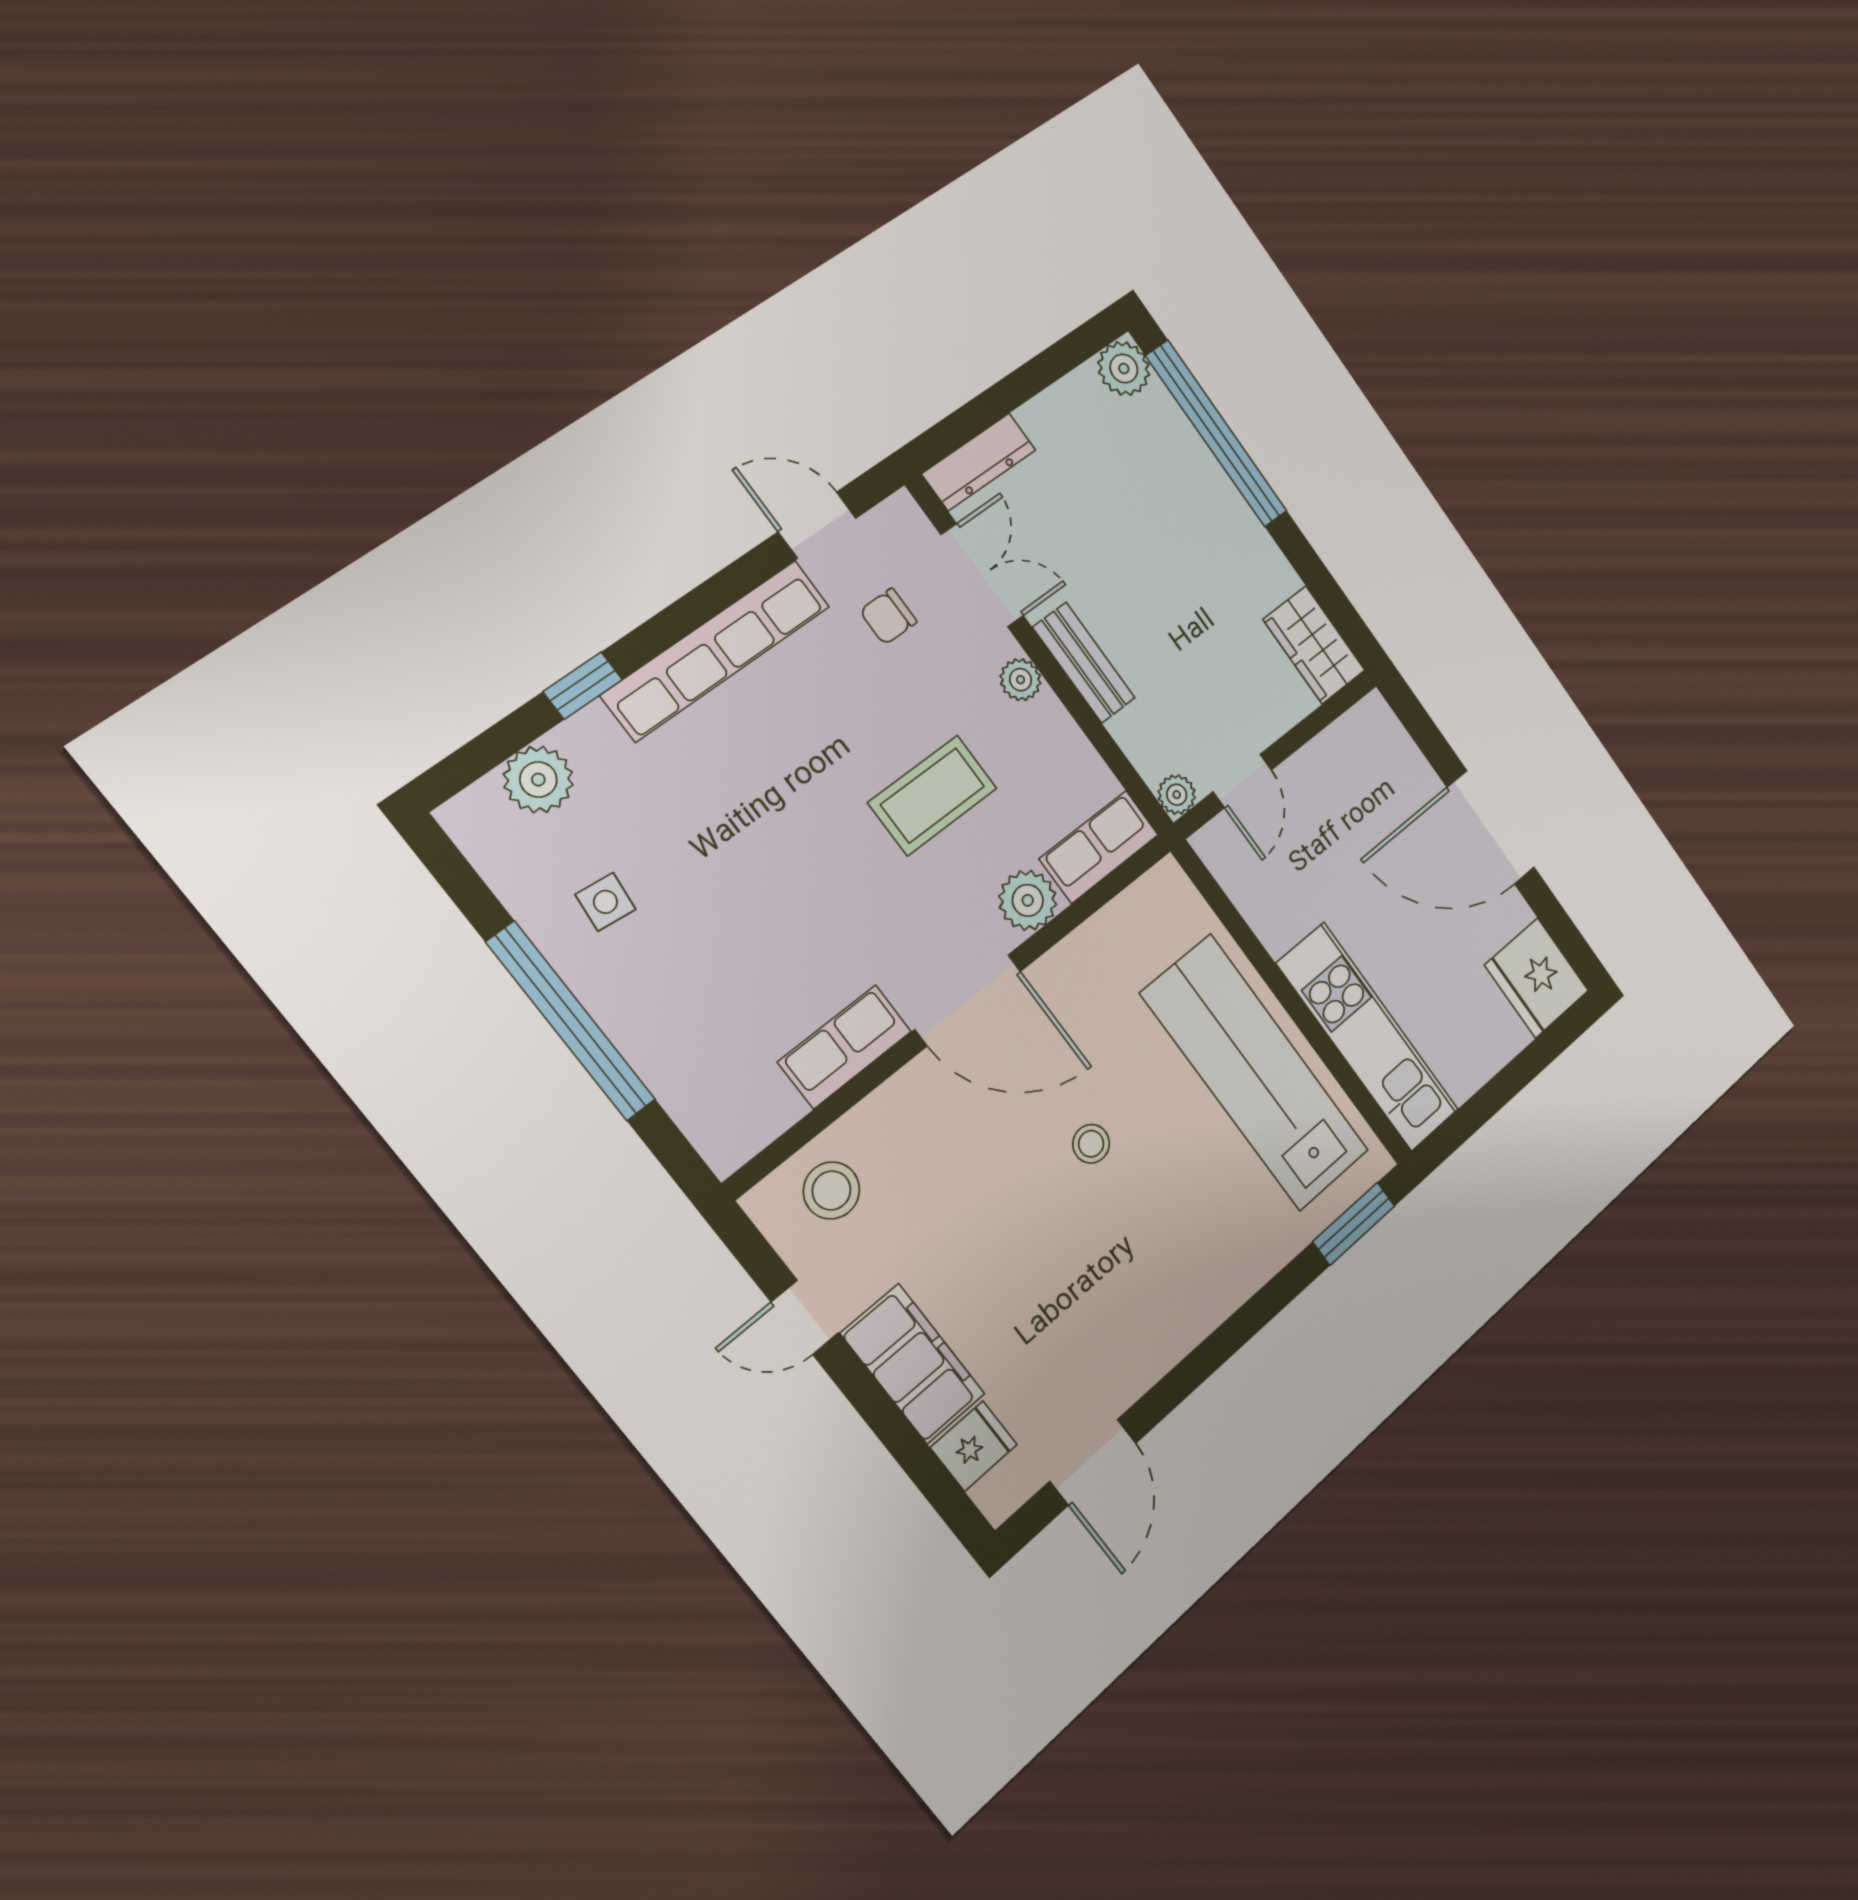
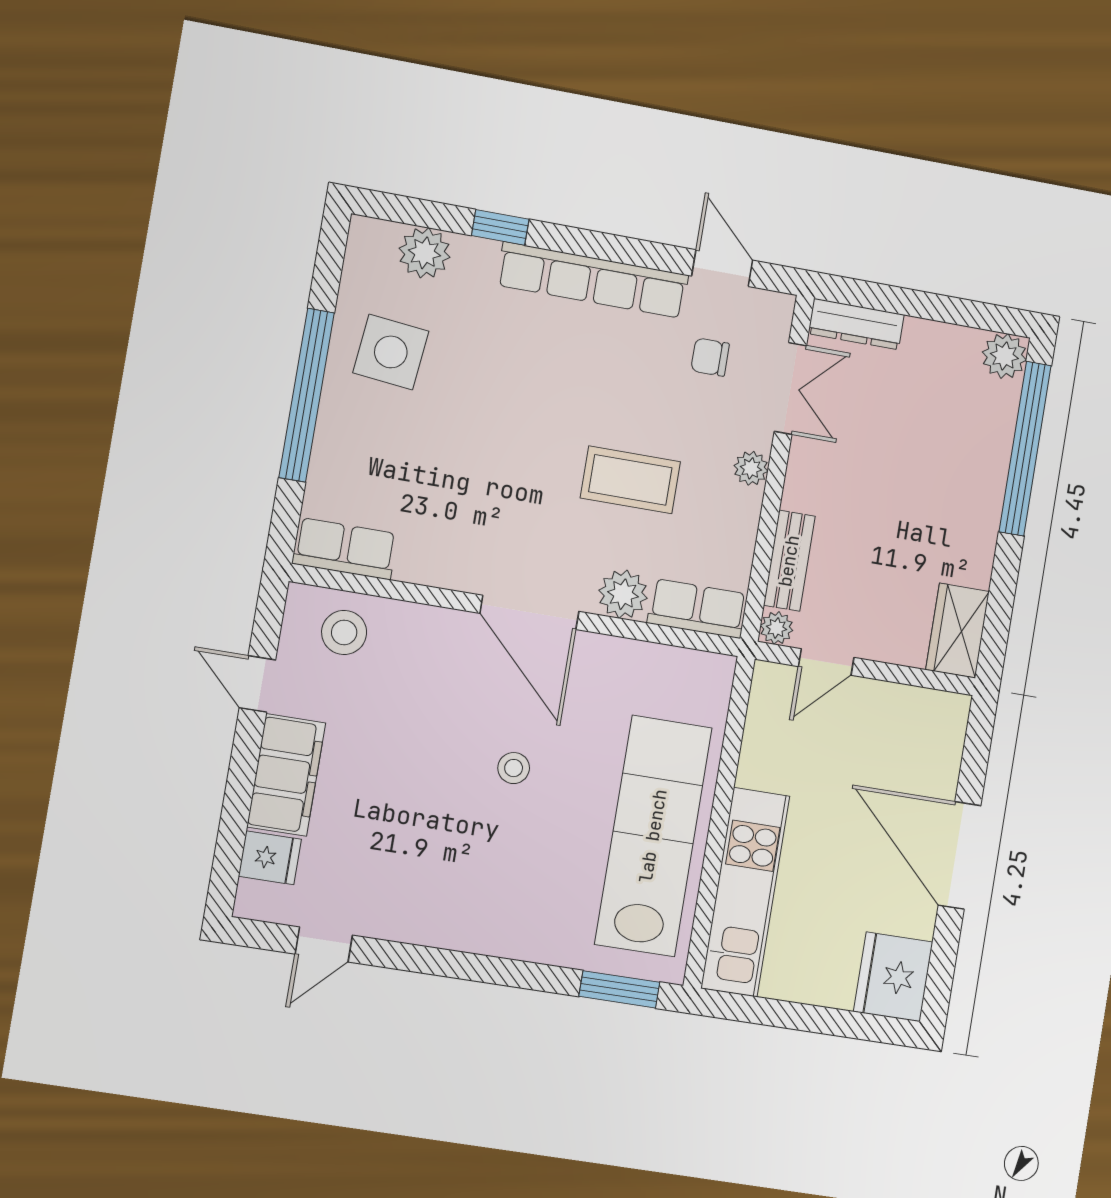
bench: (1084, 663) -> (789, 561), moved
side table: (605, 902) -> (391, 352), width x1.87, depth x1.87
row of seats: (845, 1047) -> (345, 549), moved
door: (1093, 1462) -> (324, 945), width x0.73

